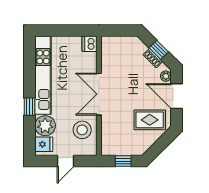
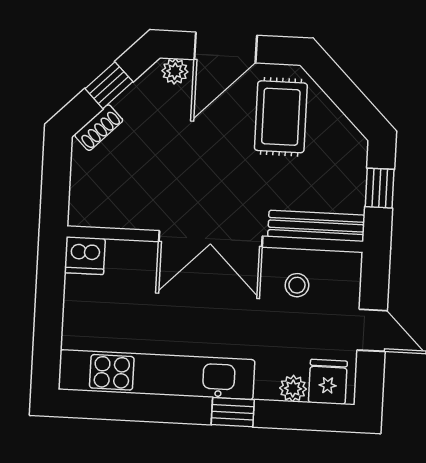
shoe rack: (153, 58) -> (99, 128), moved
plant: (45, 126) -> (293, 388), width x0.53, depth x0.53
stool: (82, 130) -> (297, 285), width x0.53, depth x0.53
bench: (106, 136) -> (316, 226), added

